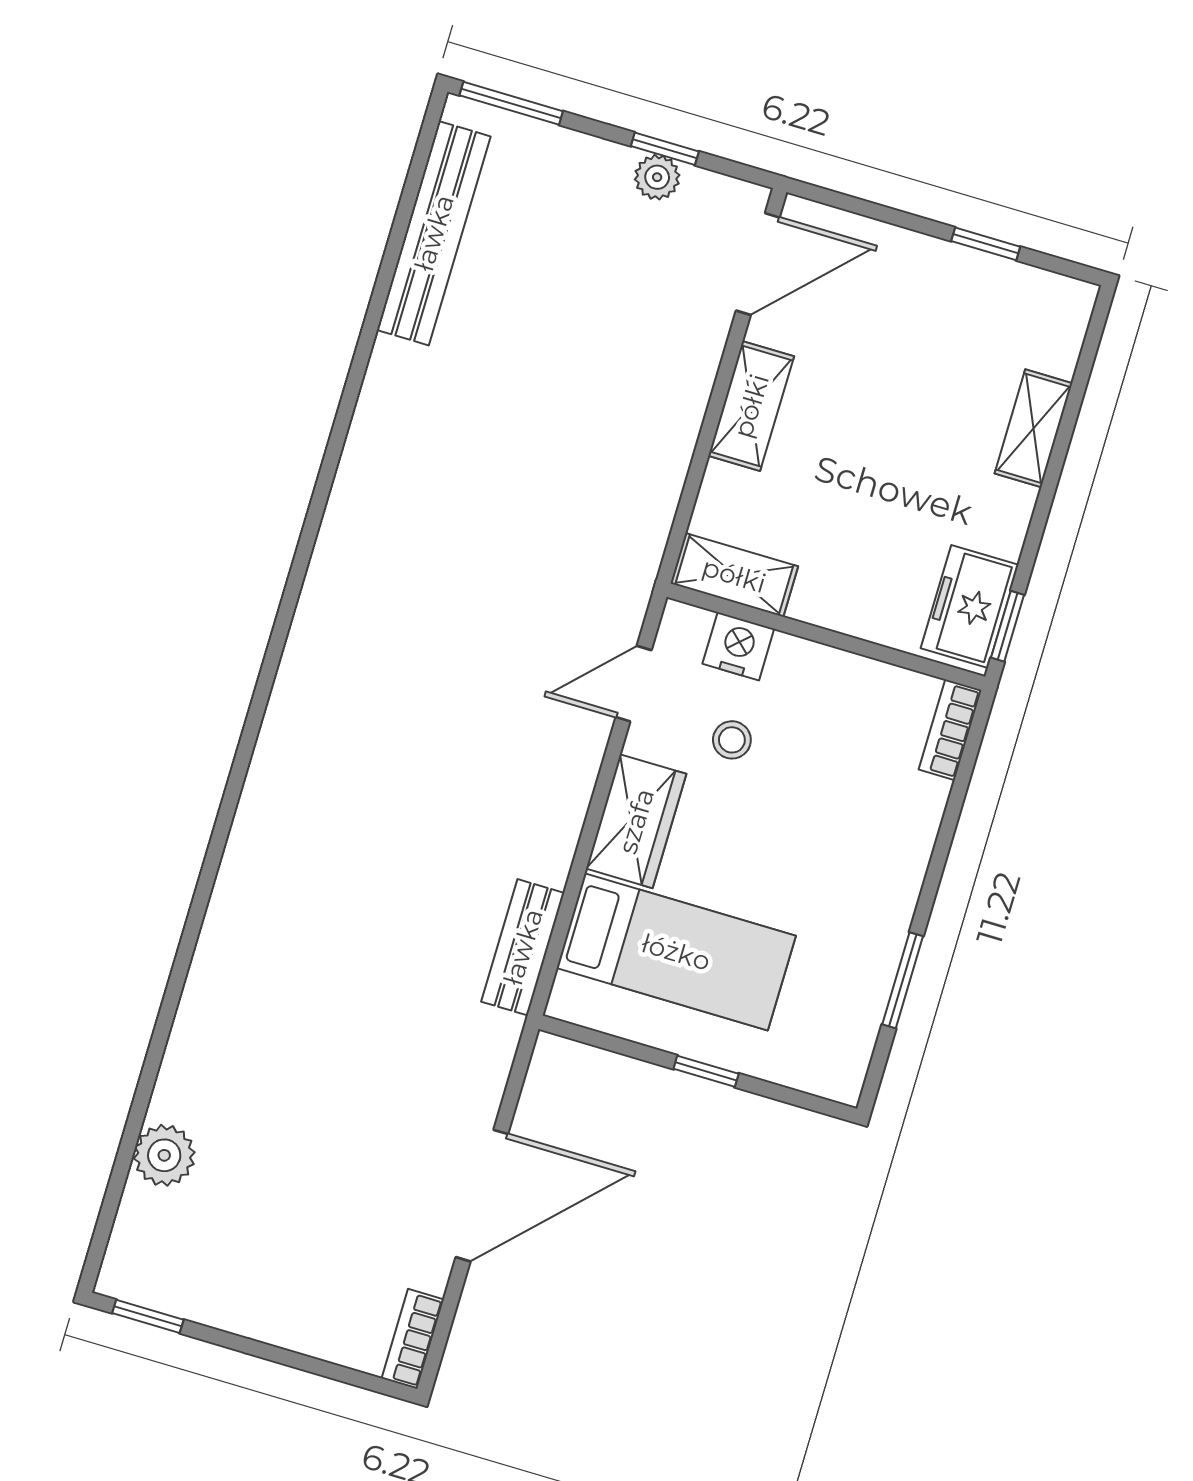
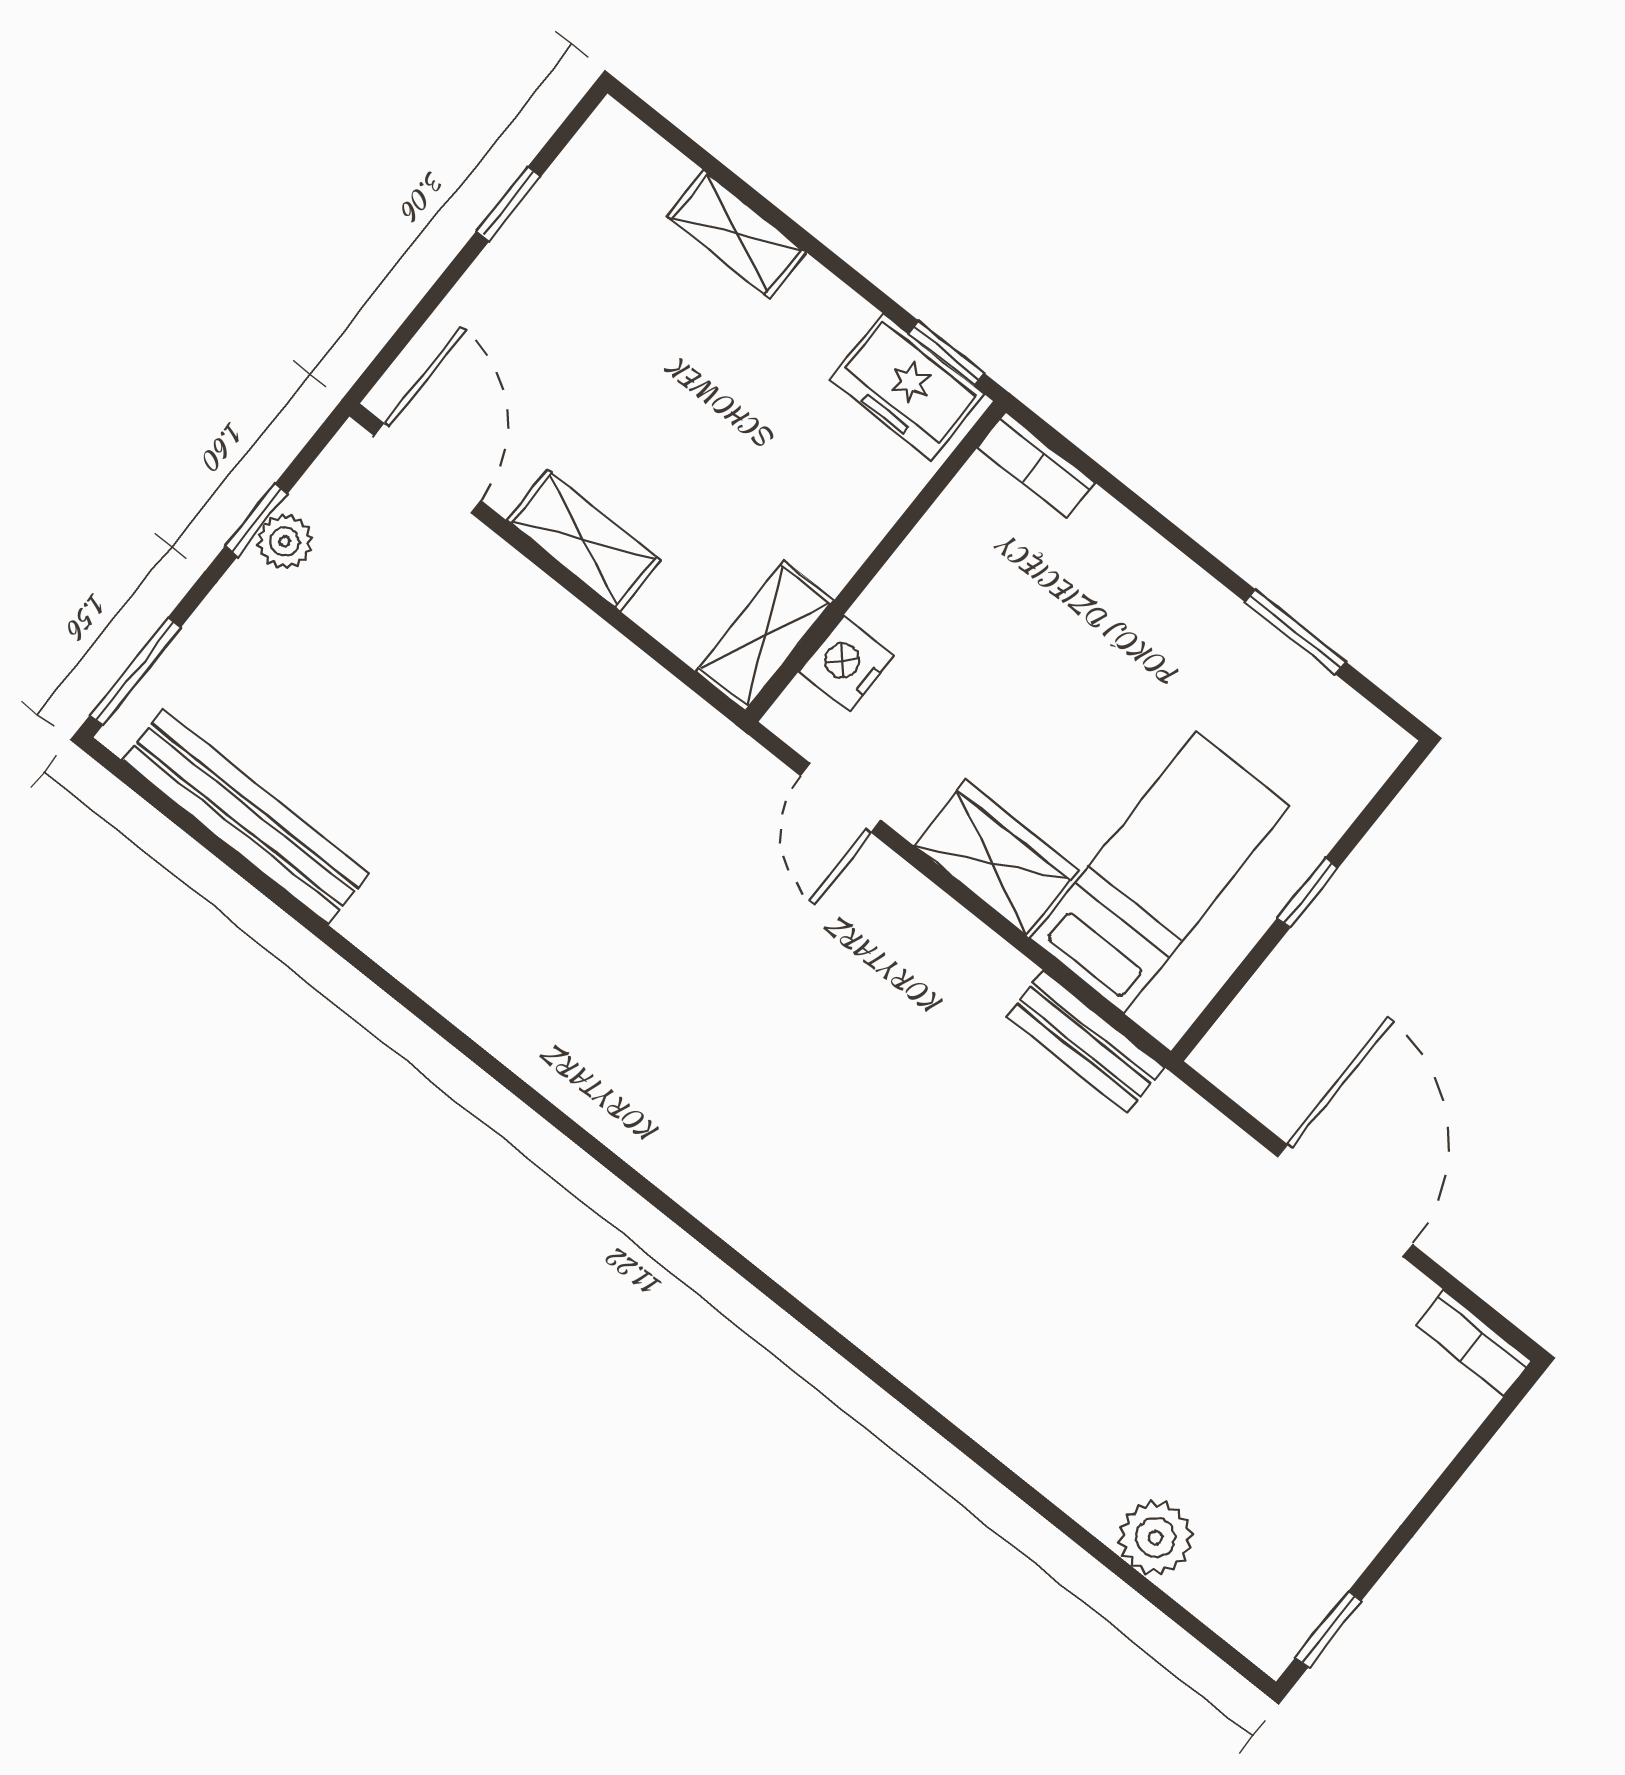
stool: (732, 740) -> (948, 713), removed

